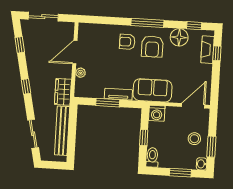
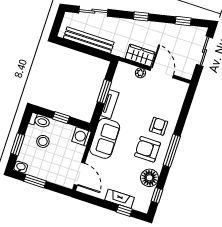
fireplace: (208, 50) -> (120, 199), moved
wardrobe: (63, 92) -> (140, 55), moved
stool: (194, 139) -> (43, 141), moved

